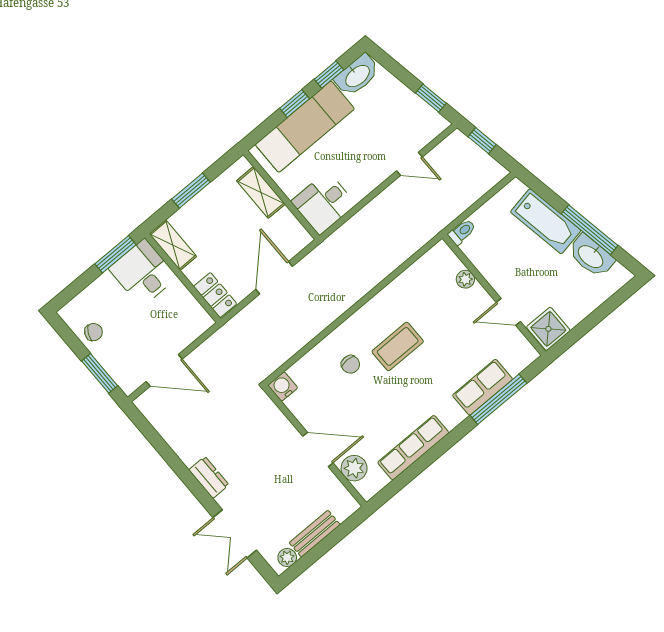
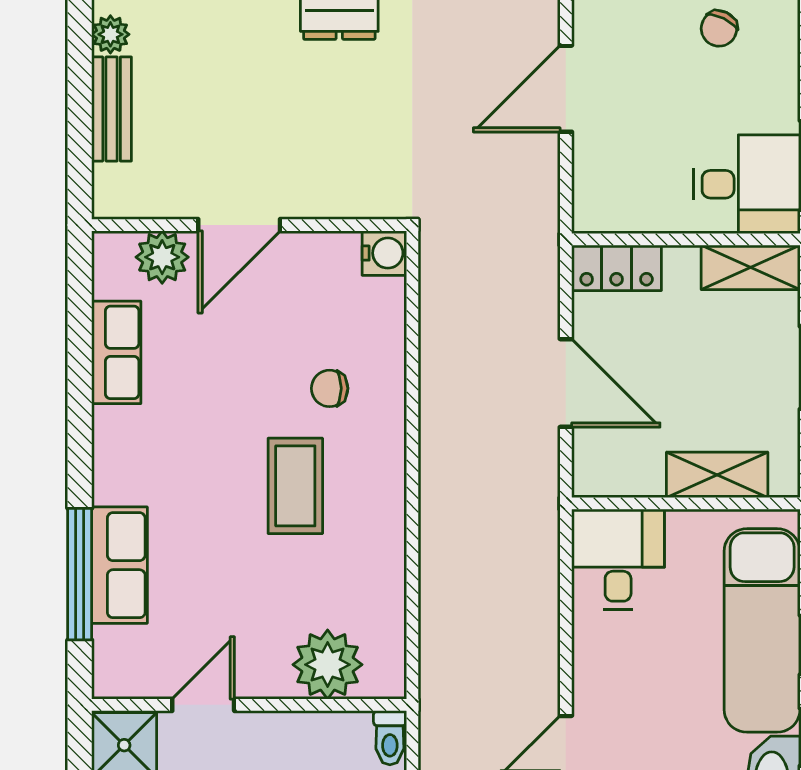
plant: (465, 279) -> (328, 665), width x1.87, depth x1.87
row of seats: (413, 448) -> (116, 352), width x0.68

